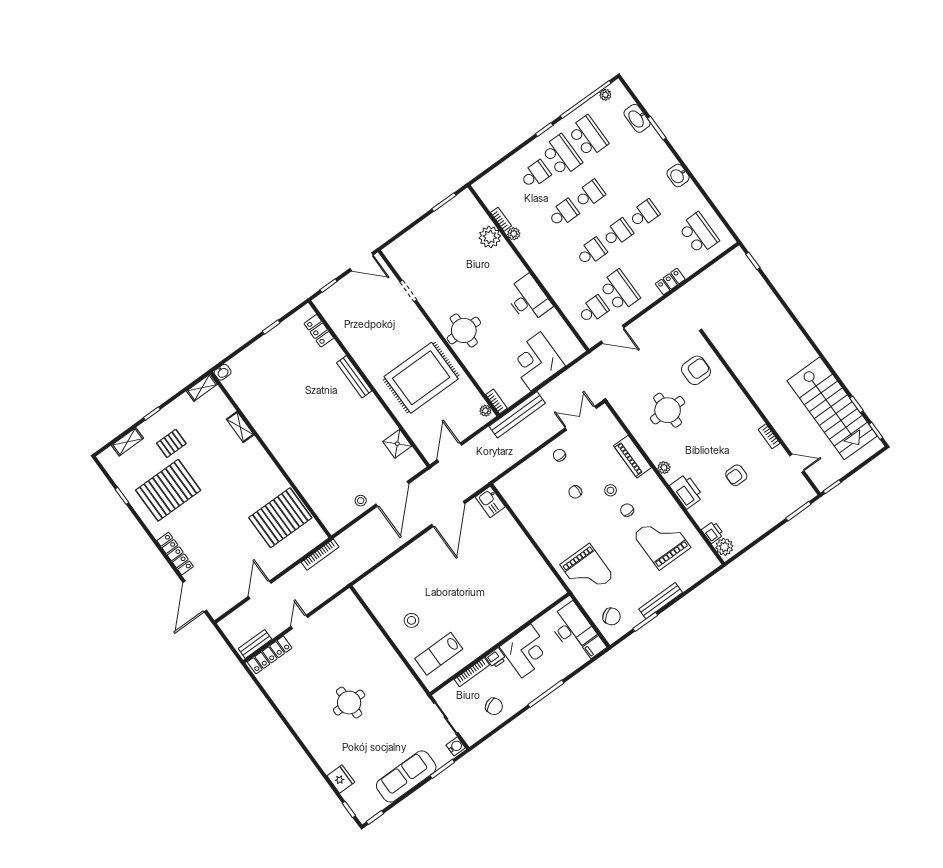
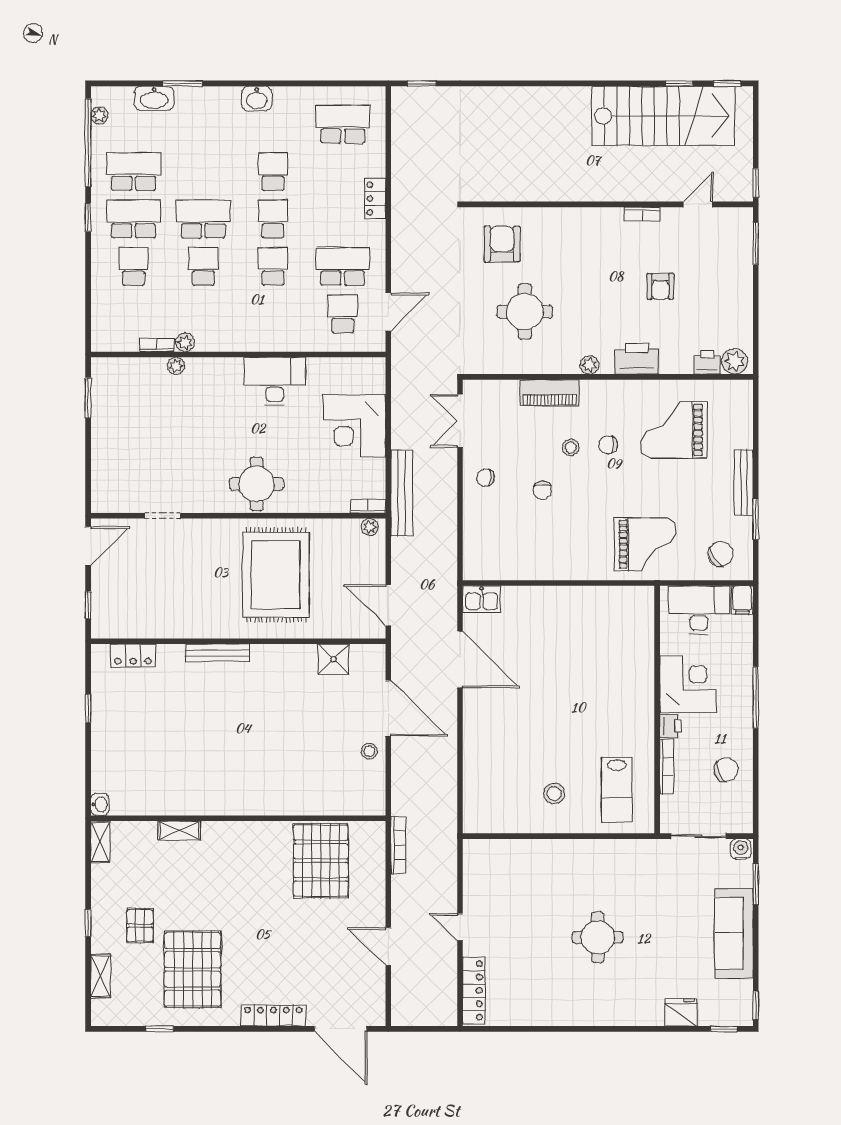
school desk: (590, 194) -> (203, 219), width x1.85
plant: (490, 237) -> (176, 366), width x0.53, depth x0.53
bench: (255, 644) -> (448, 998), removed

